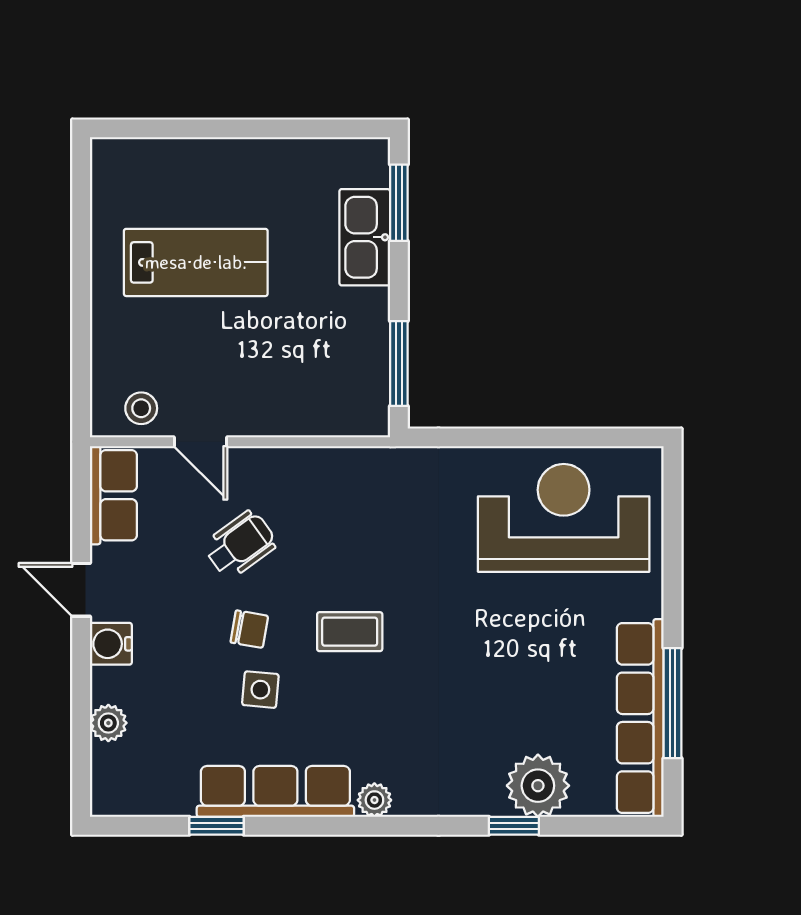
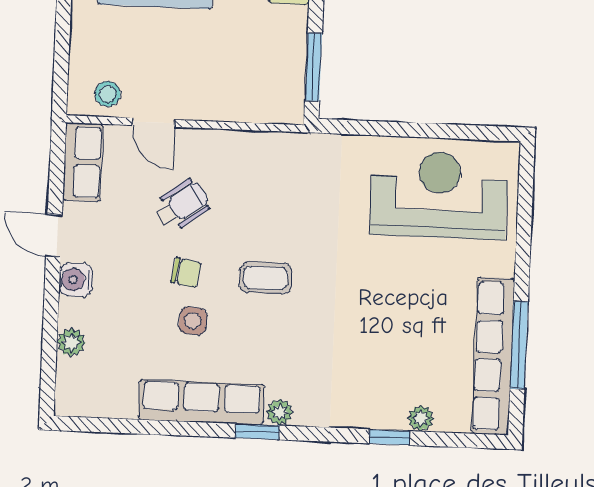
plant: (538, 786) -> (421, 418), width x0.53, depth x0.53
window: (217, 826) -> (257, 432), moved

